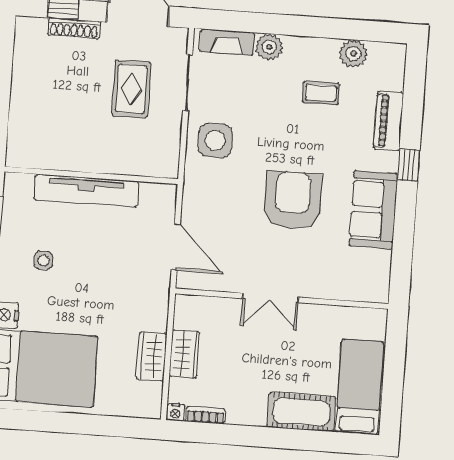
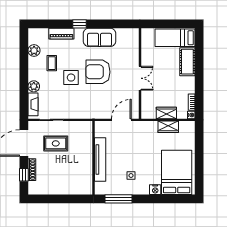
side table: (215, 140) -> (71, 78), moved

